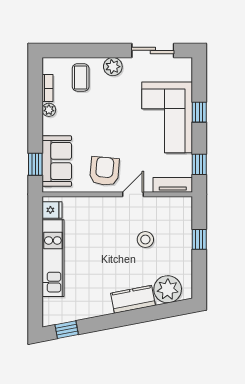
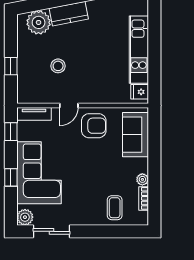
plant: (113, 67) -> (25, 217), moved
window: (35, 164) -> (154, 132), removed
armchair: (104, 171) -> (94, 126), turned -95

